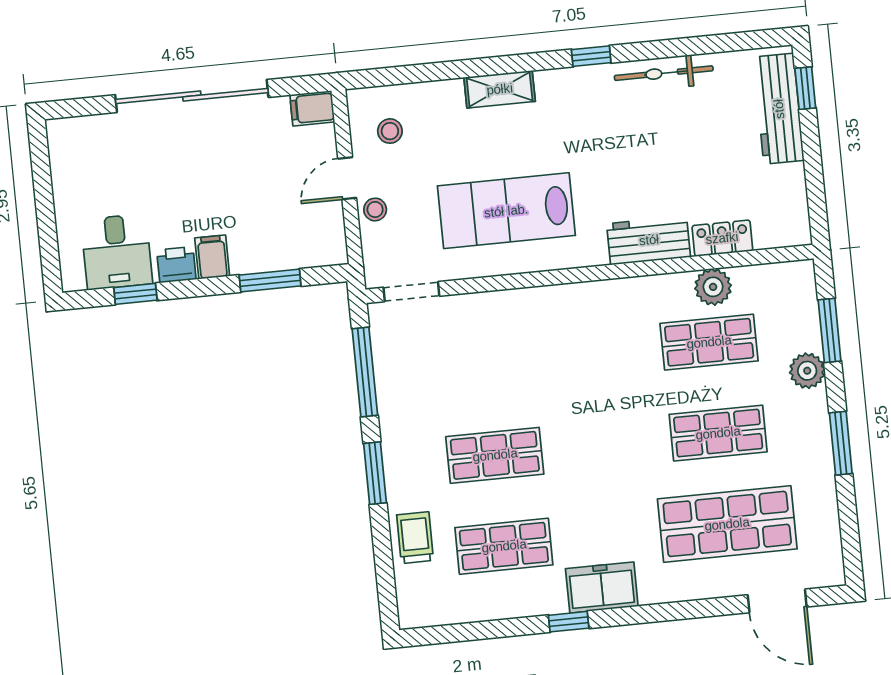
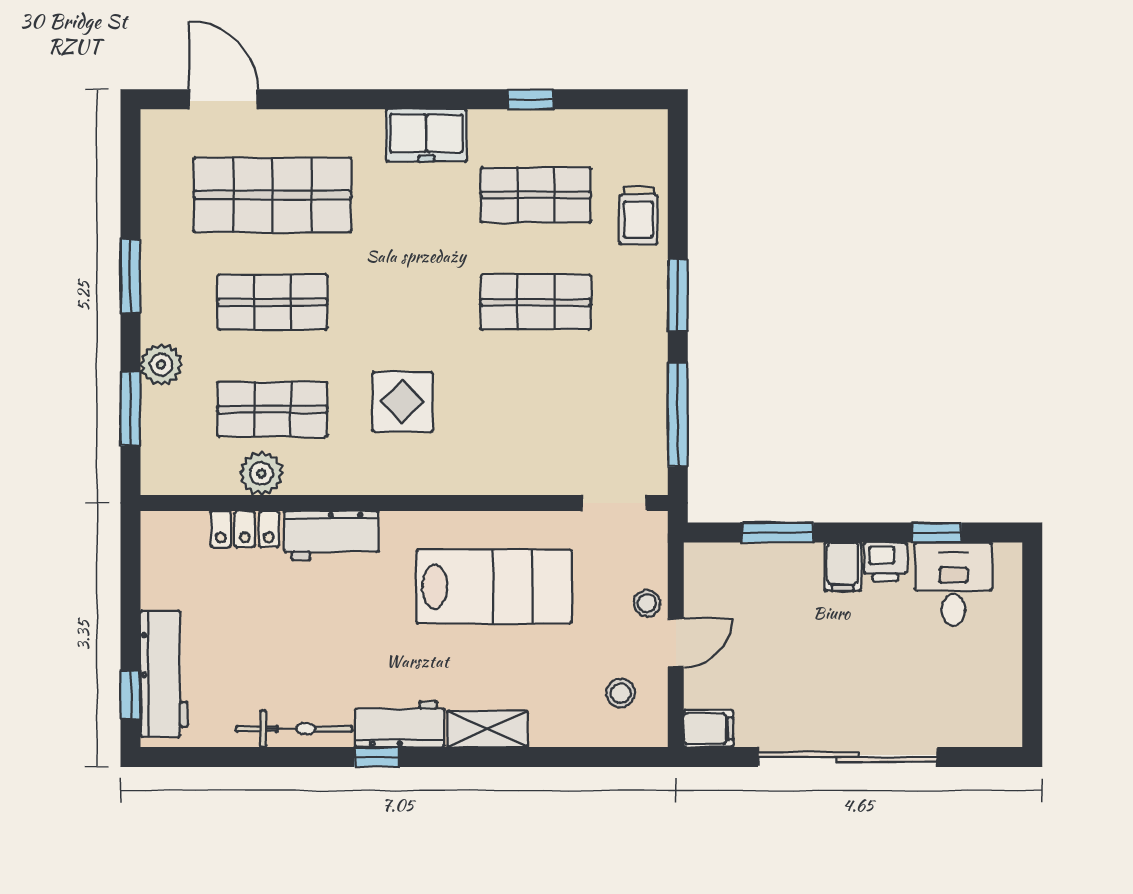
workbench: (575, 86) -> (400, 724), added
display table: (599, 360) -> (403, 402), added
window: (569, 622) -> (531, 99), moved

